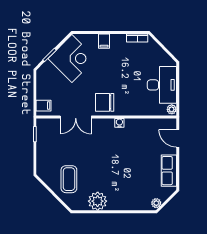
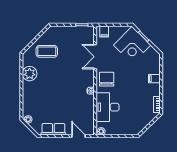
corner desk: (72, 59) -> (132, 45), moved
desk: (162, 85) -> (108, 107), moved, turned 90
door: (178, 138) -> (79, 136), hinge flipped

